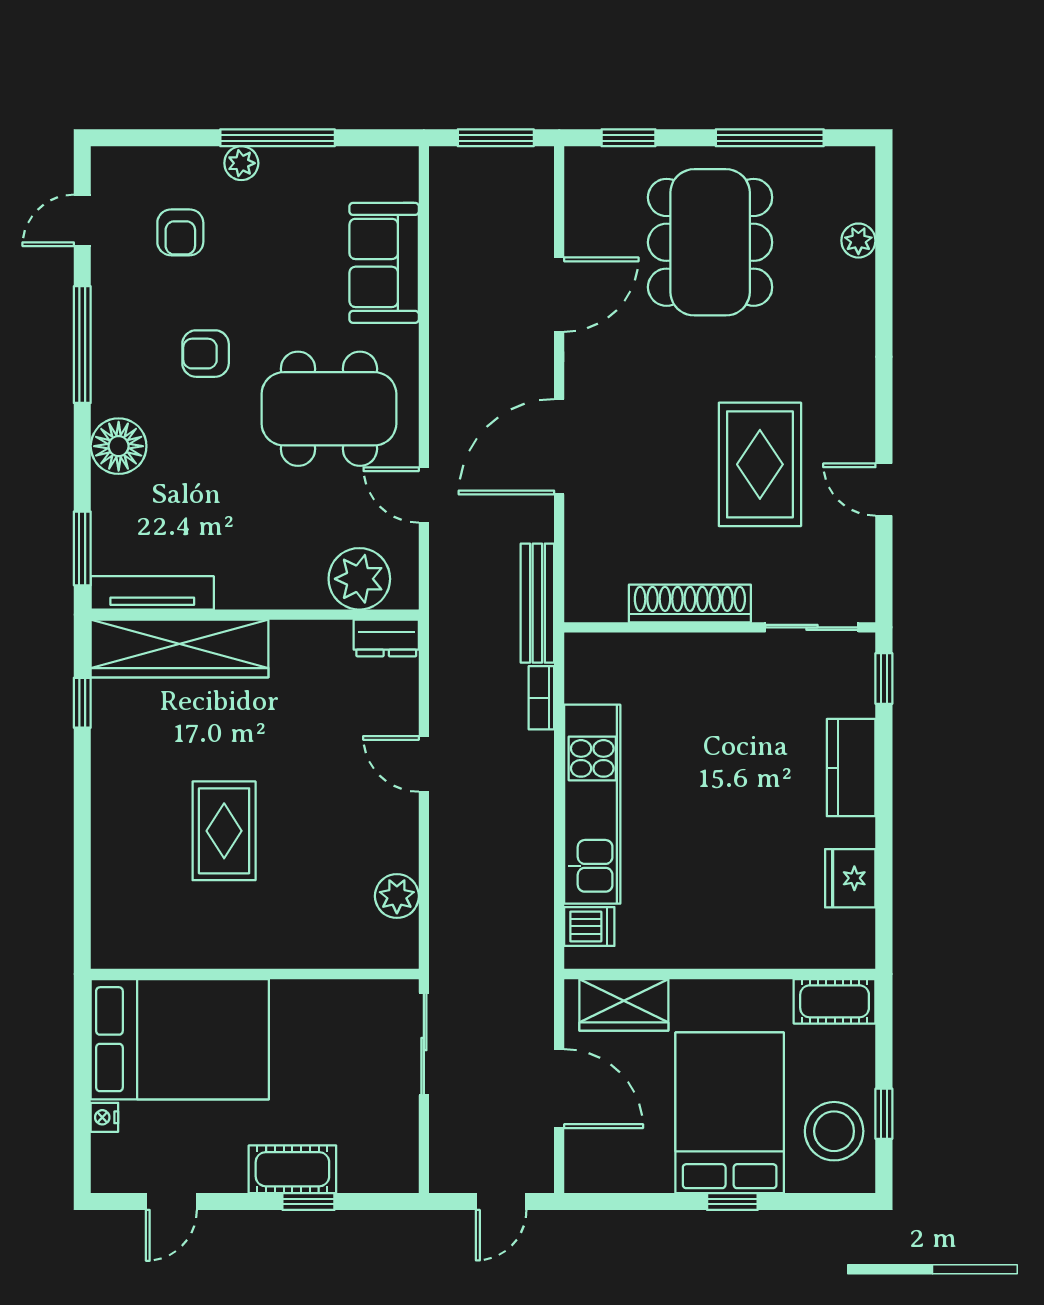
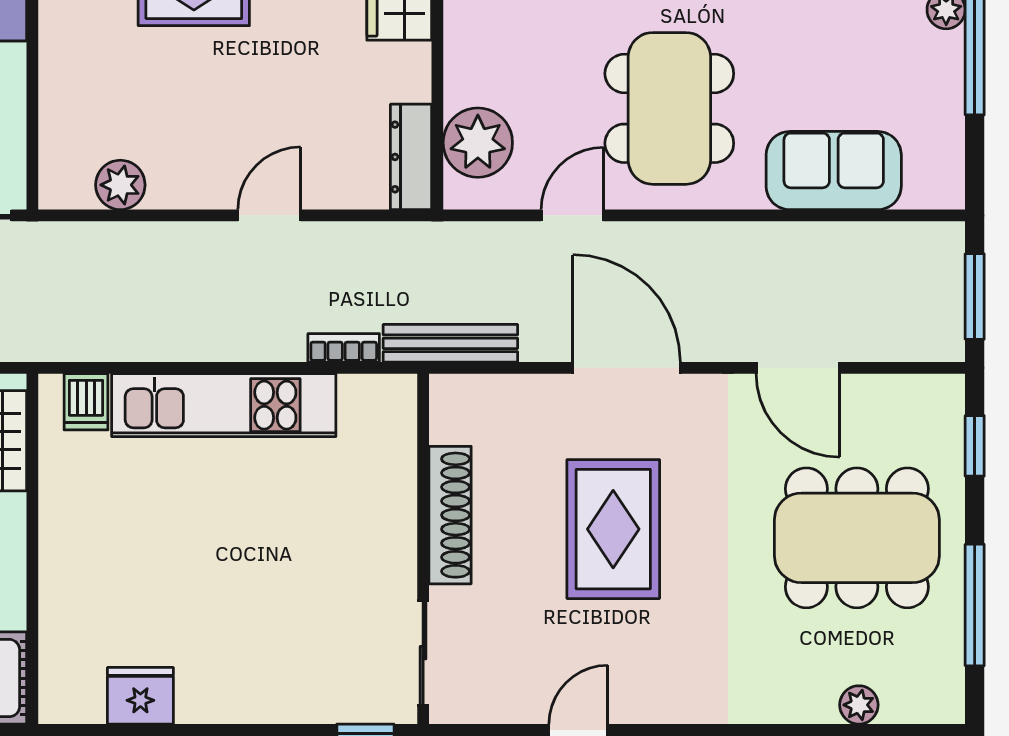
rug: (760, 464) -> (613, 529), moved, turned 90
dresser: (386, 638) -> (411, 157), width x1.44
kitchen counter: (851, 768) -> (265, 697), removed

